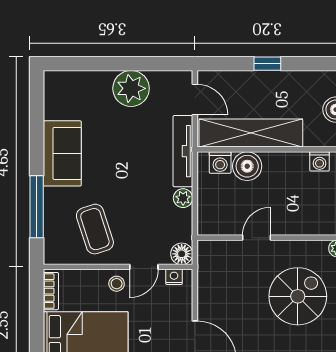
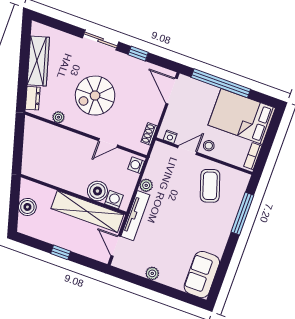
plant: (131, 88) -> (152, 273), width x0.53, depth x0.53
sofa: (62, 153) -> (202, 275), moved
washing machine: (320, 161) -> (136, 165), moved, turned -90
floor lamp: (182, 254) -> (160, 150), removed
shoe rack: (204, 270) -> (149, 134), added

